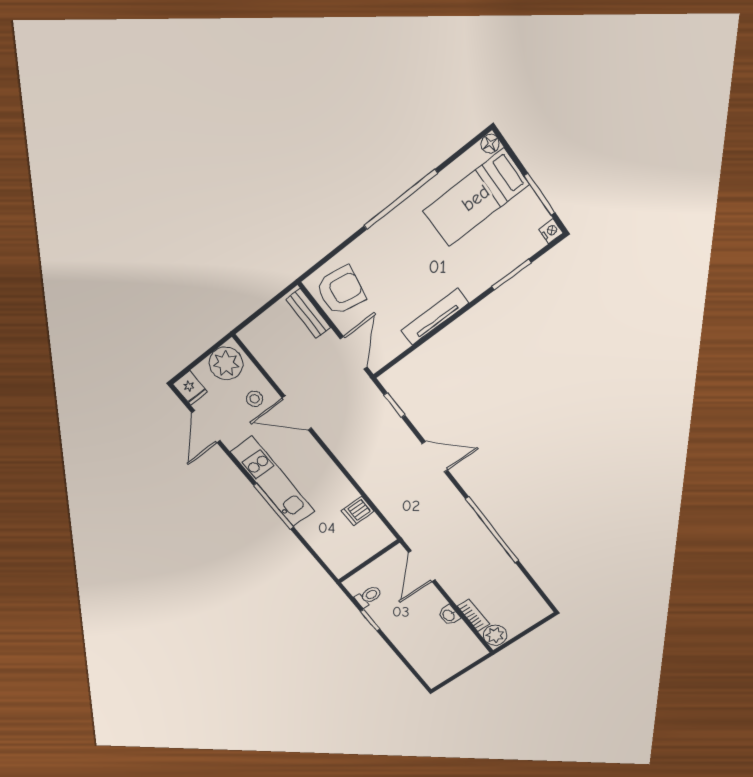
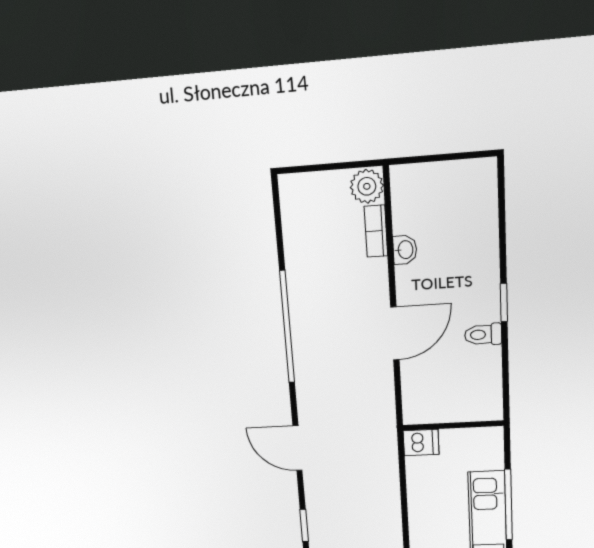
wall: (369, 561) -> (453, 425), moved

